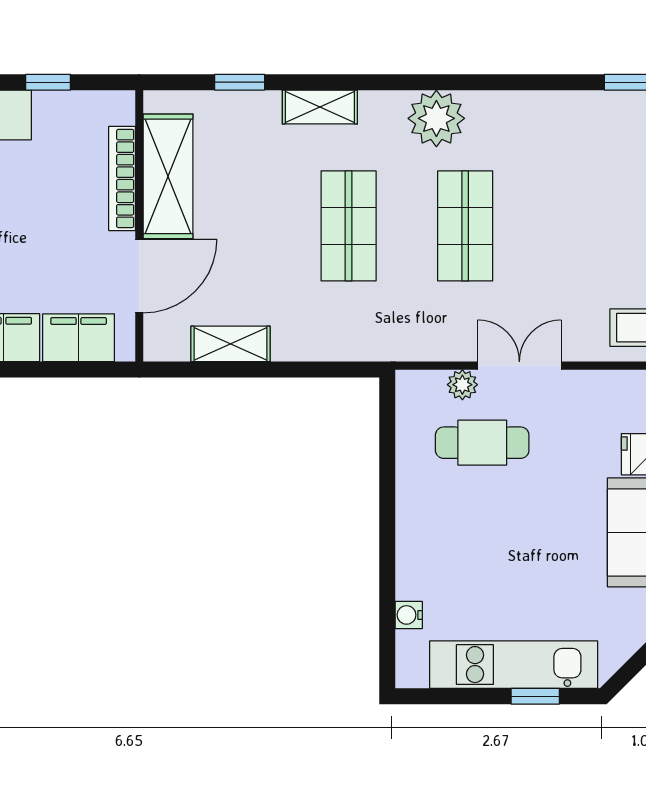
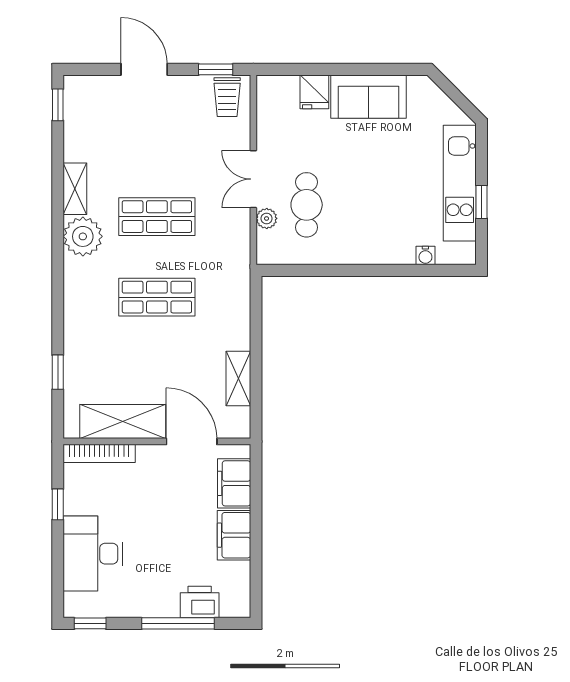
shelving: (320, 107) -> (75, 189), moved
bookcase: (122, 178) -> (99, 453), moved
window: (535, 696) -> (481, 202), moved

